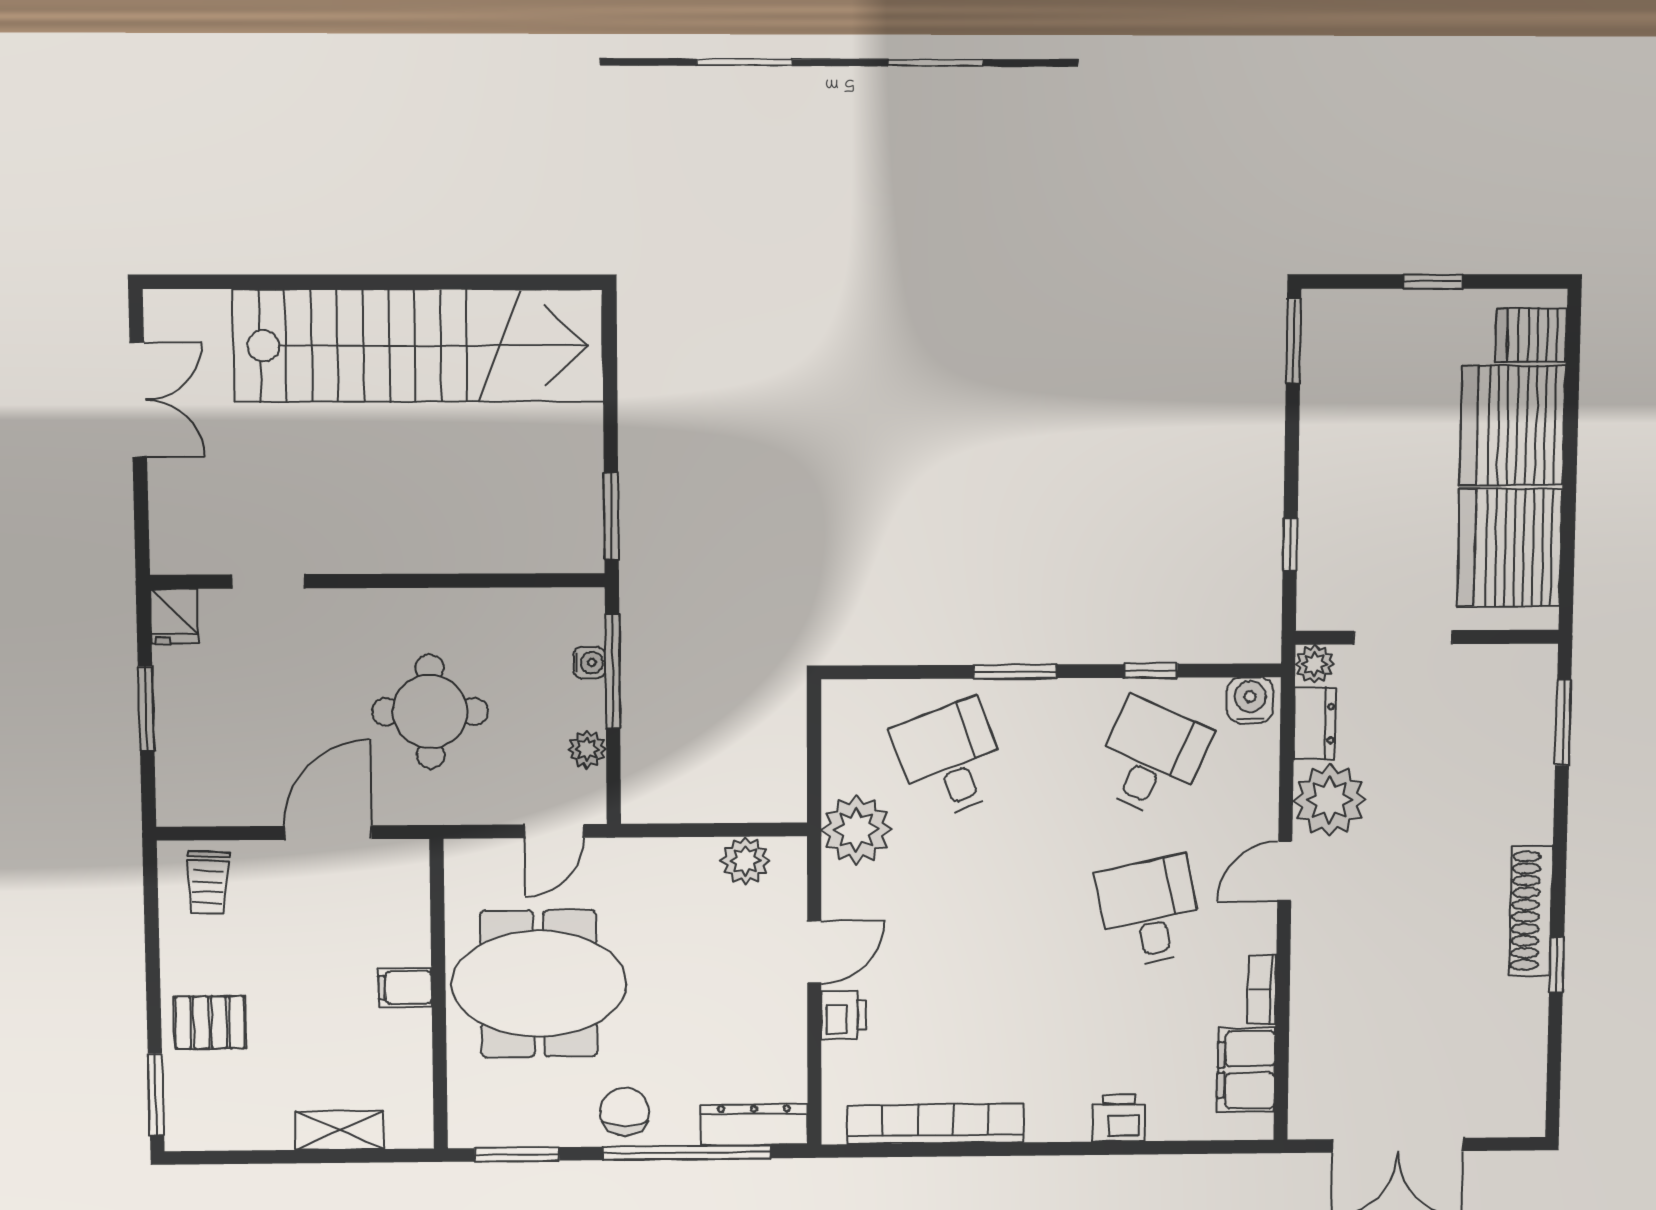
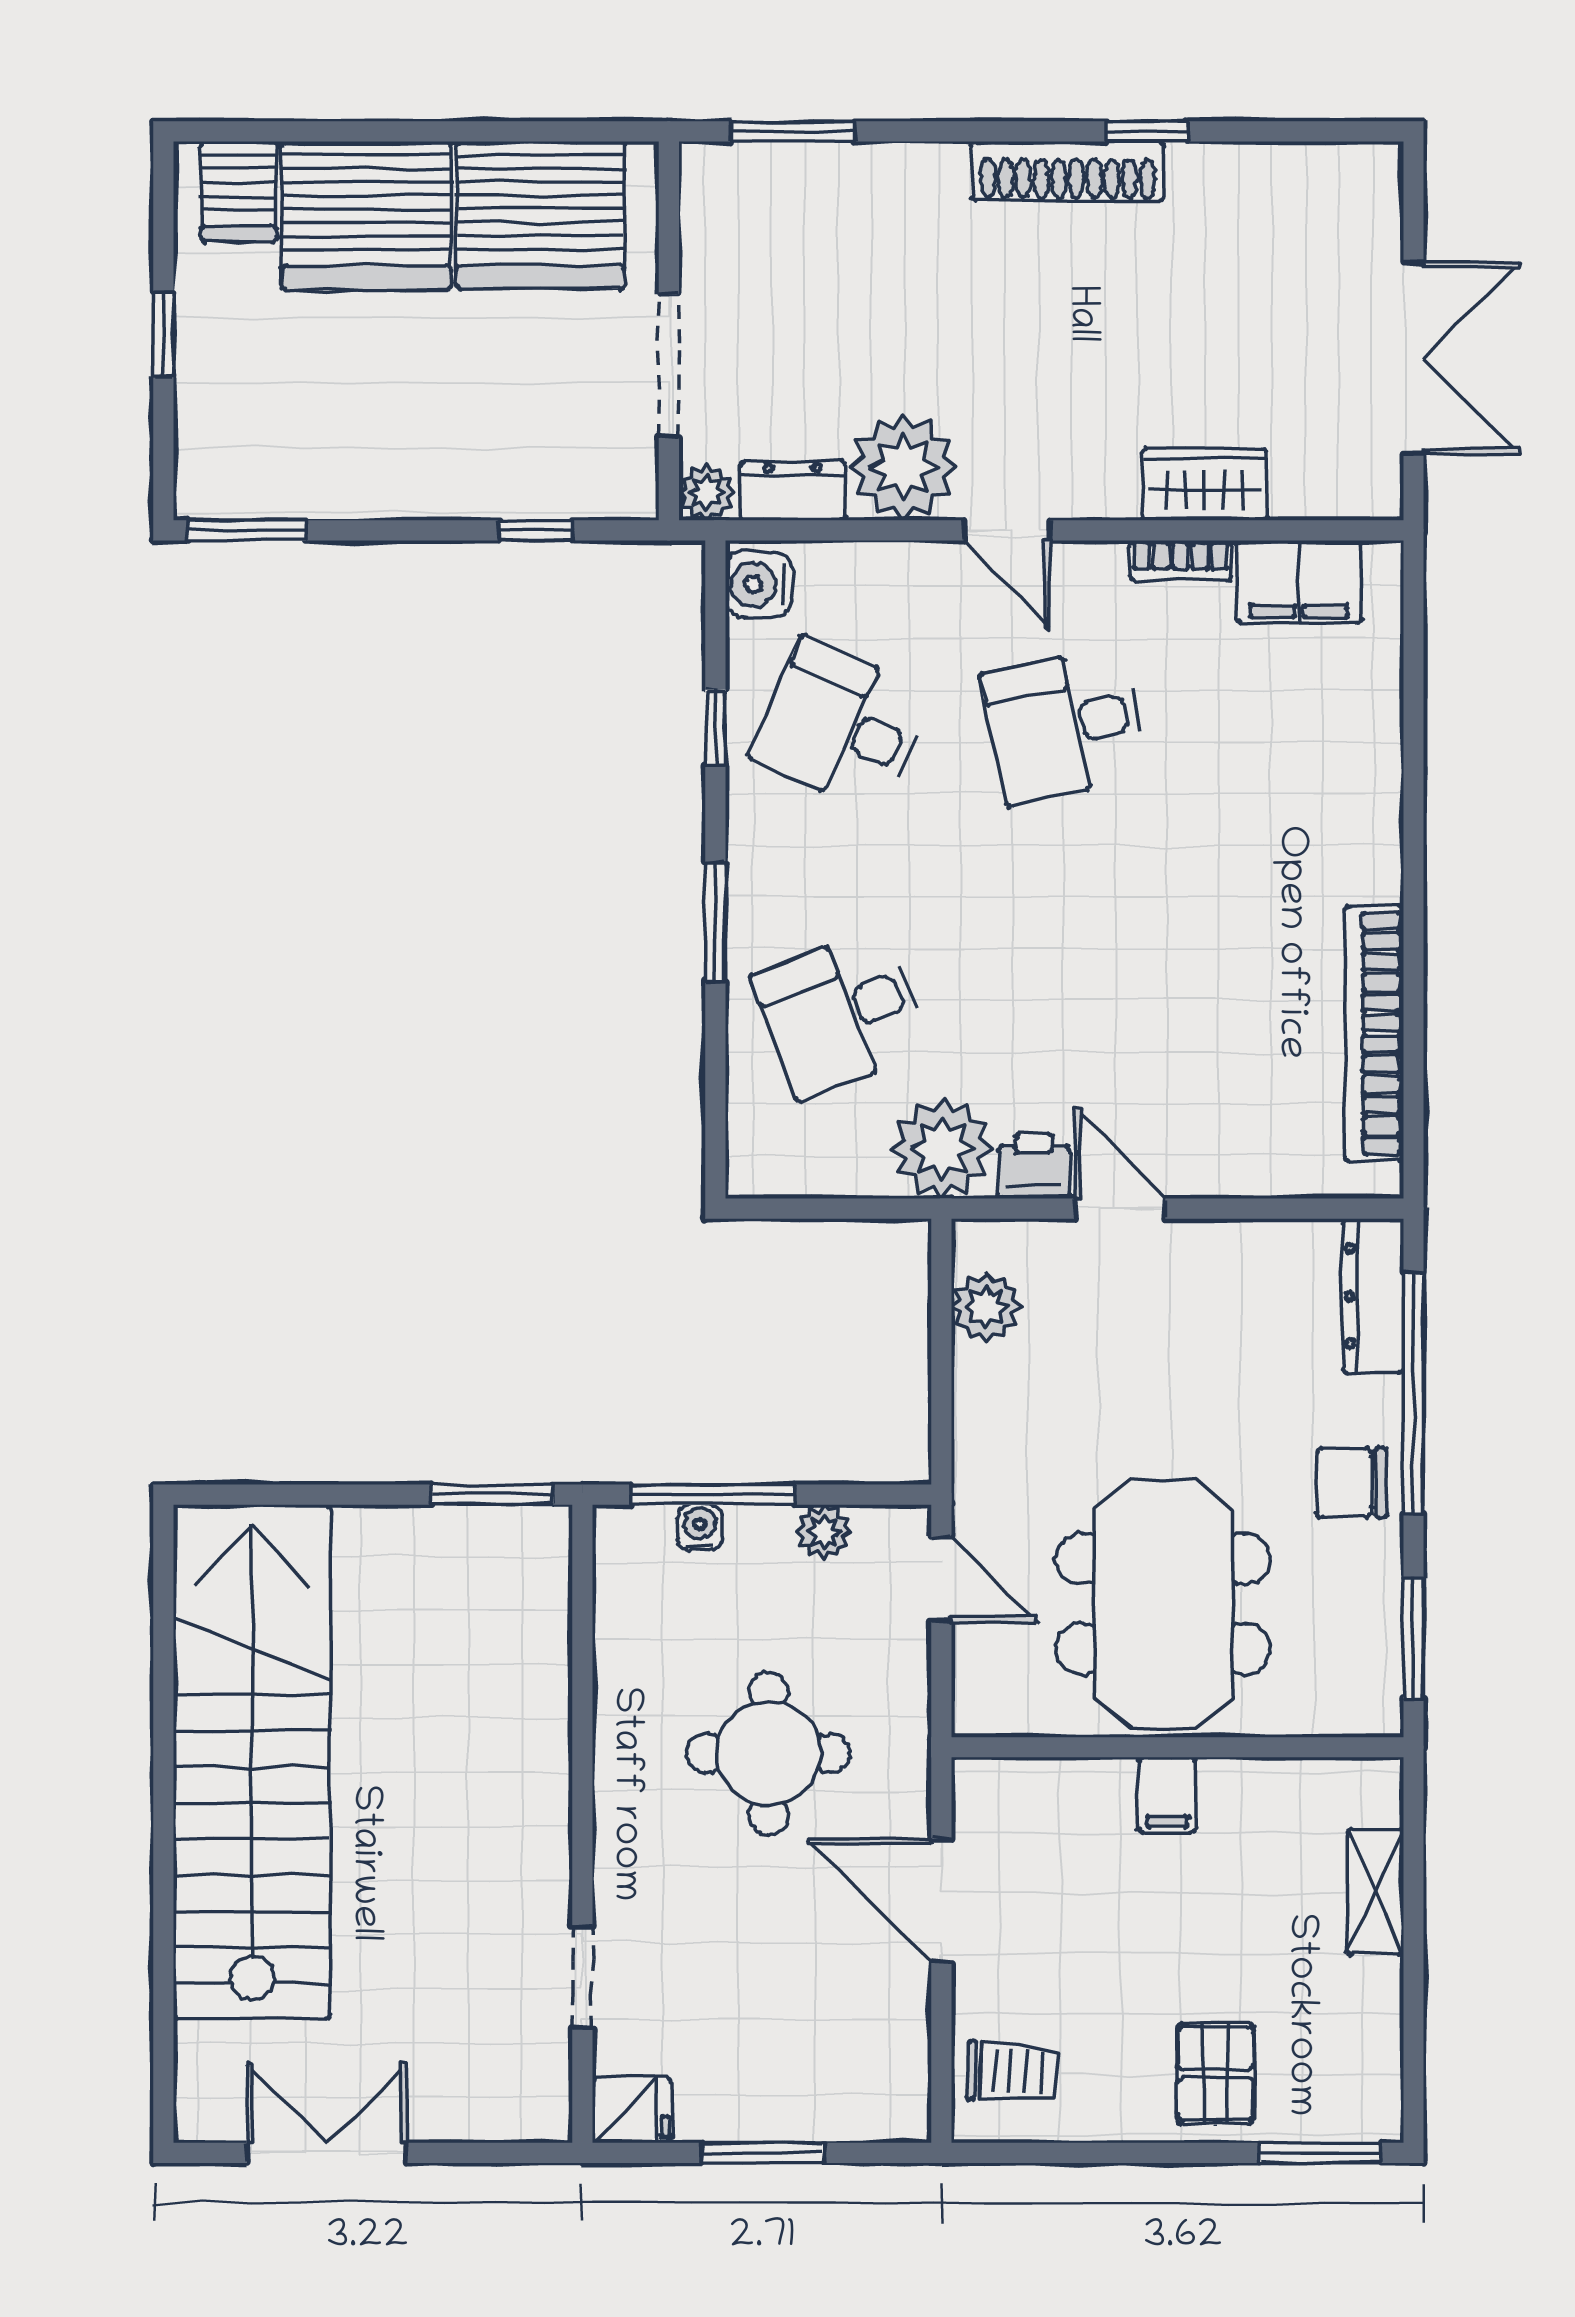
wardrobe: (1314, 1006) -> (1205, 484), added
printer: (844, 1015) -> (1034, 1166), moved
printer: (1119, 1118) -> (1369, 766), removed

